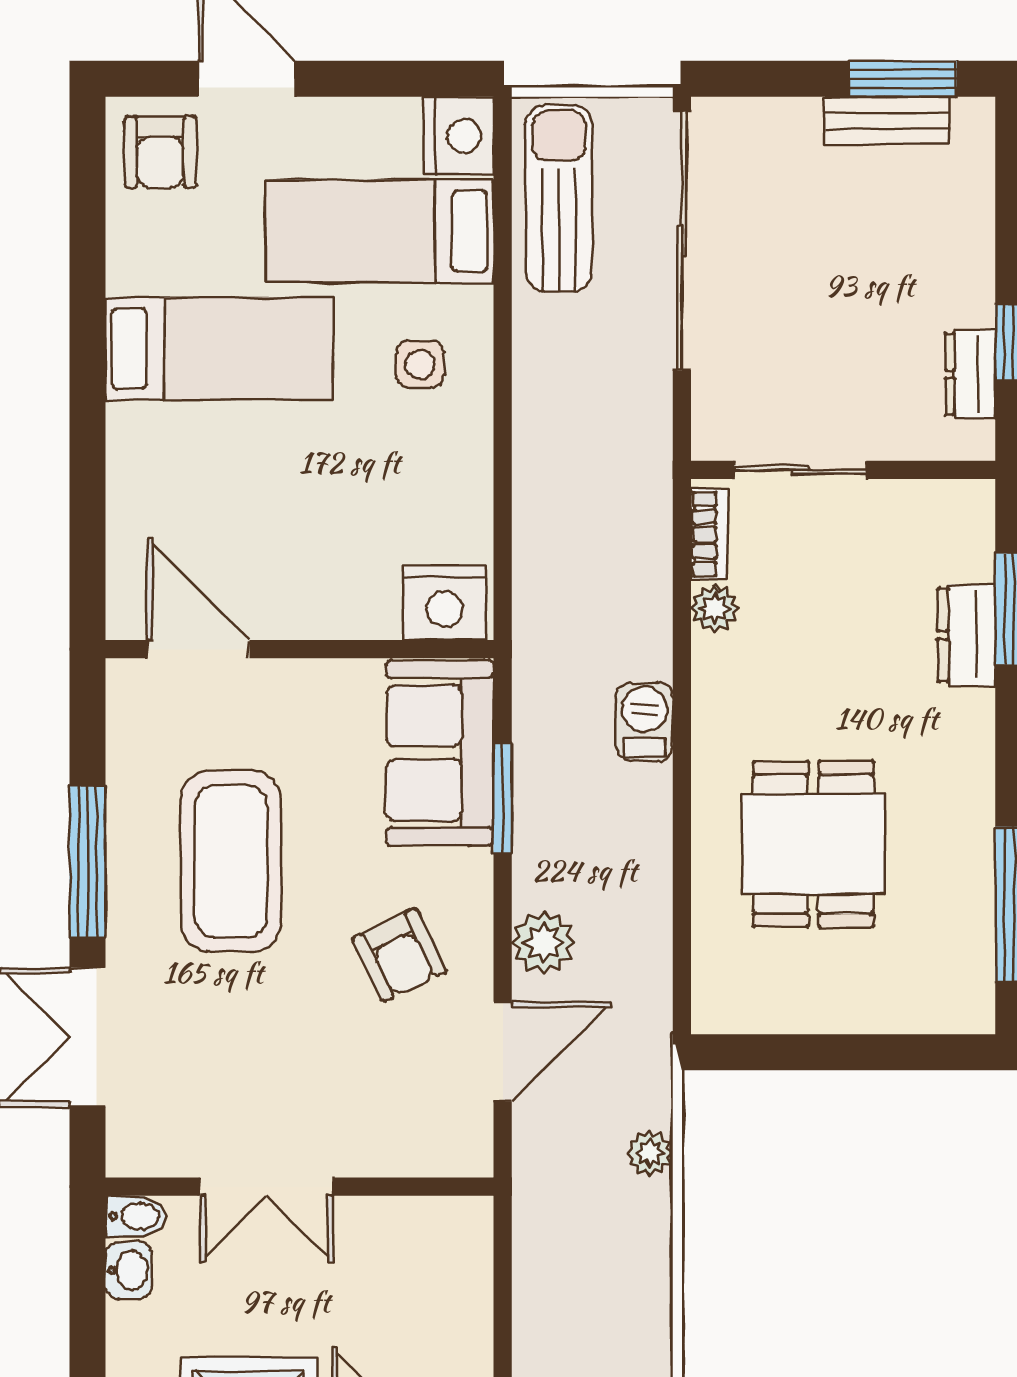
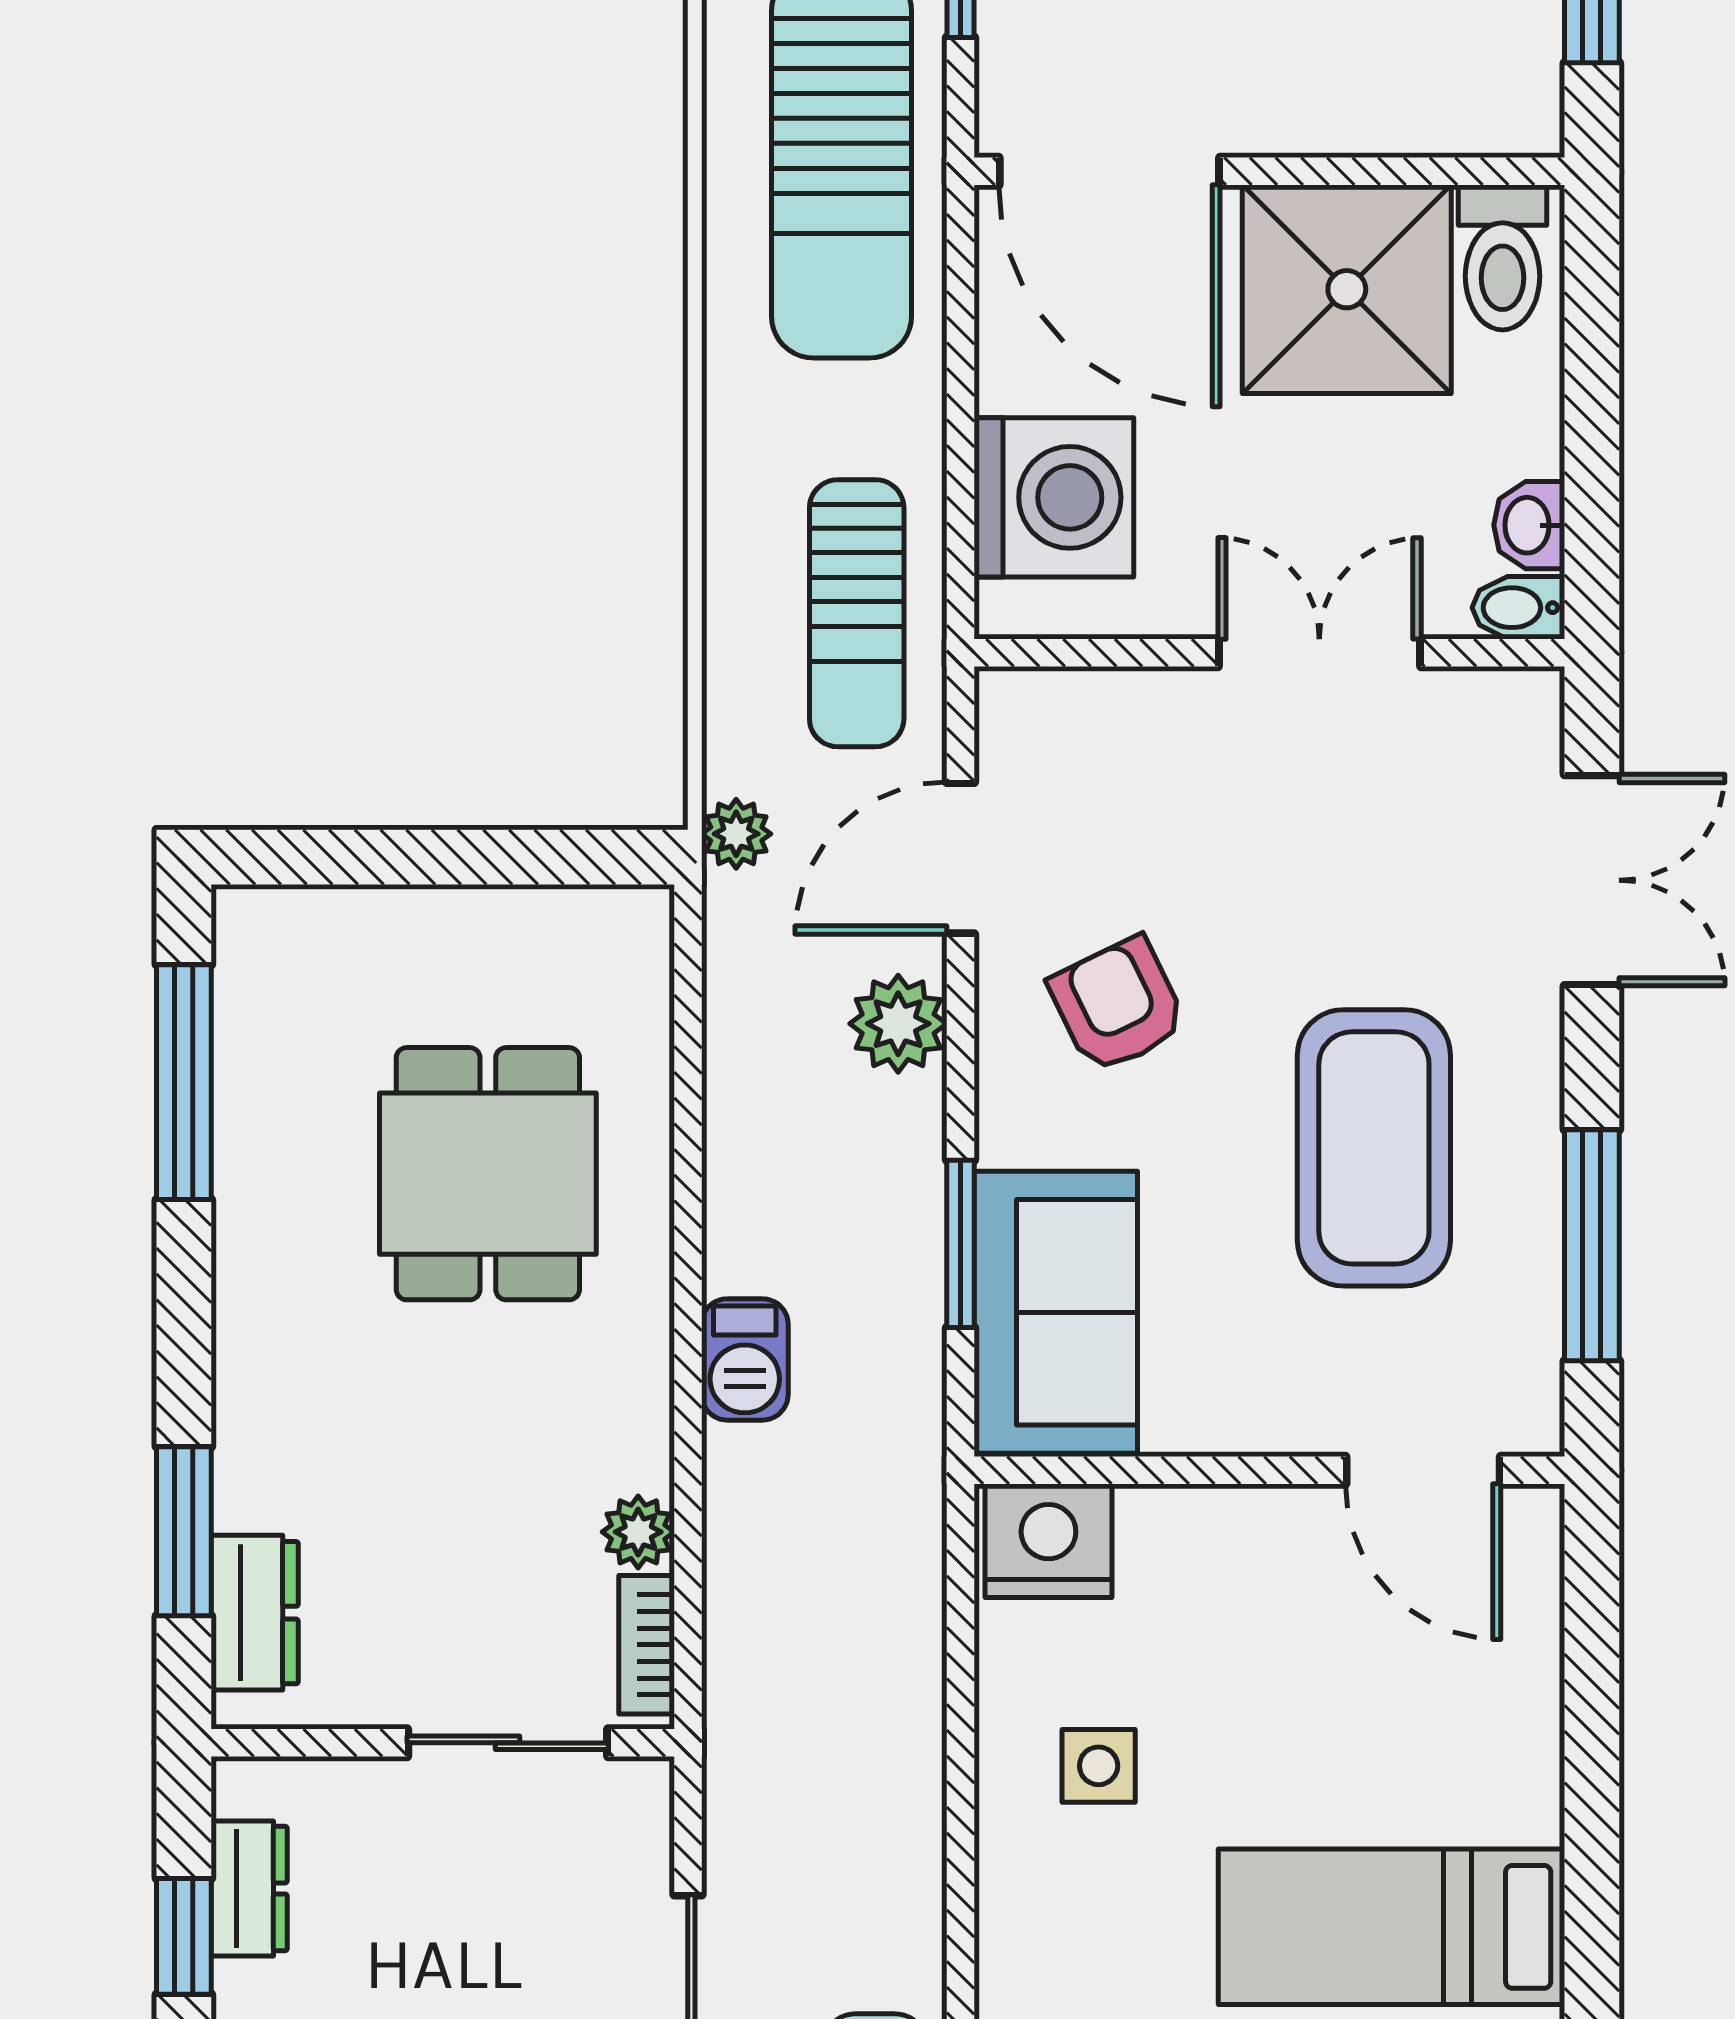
side table: (420, 364) -> (1099, 1766), moved
dresser: (967, 635) -> (255, 1613), moved
window: (88, 861) -> (1592, 1245), moved
plant: (650, 1153) -> (736, 834), moved
sun lounger: (571, 1212) -> (857, 613), added
washing machine: (441, 1289) -> (1054, 497), added

